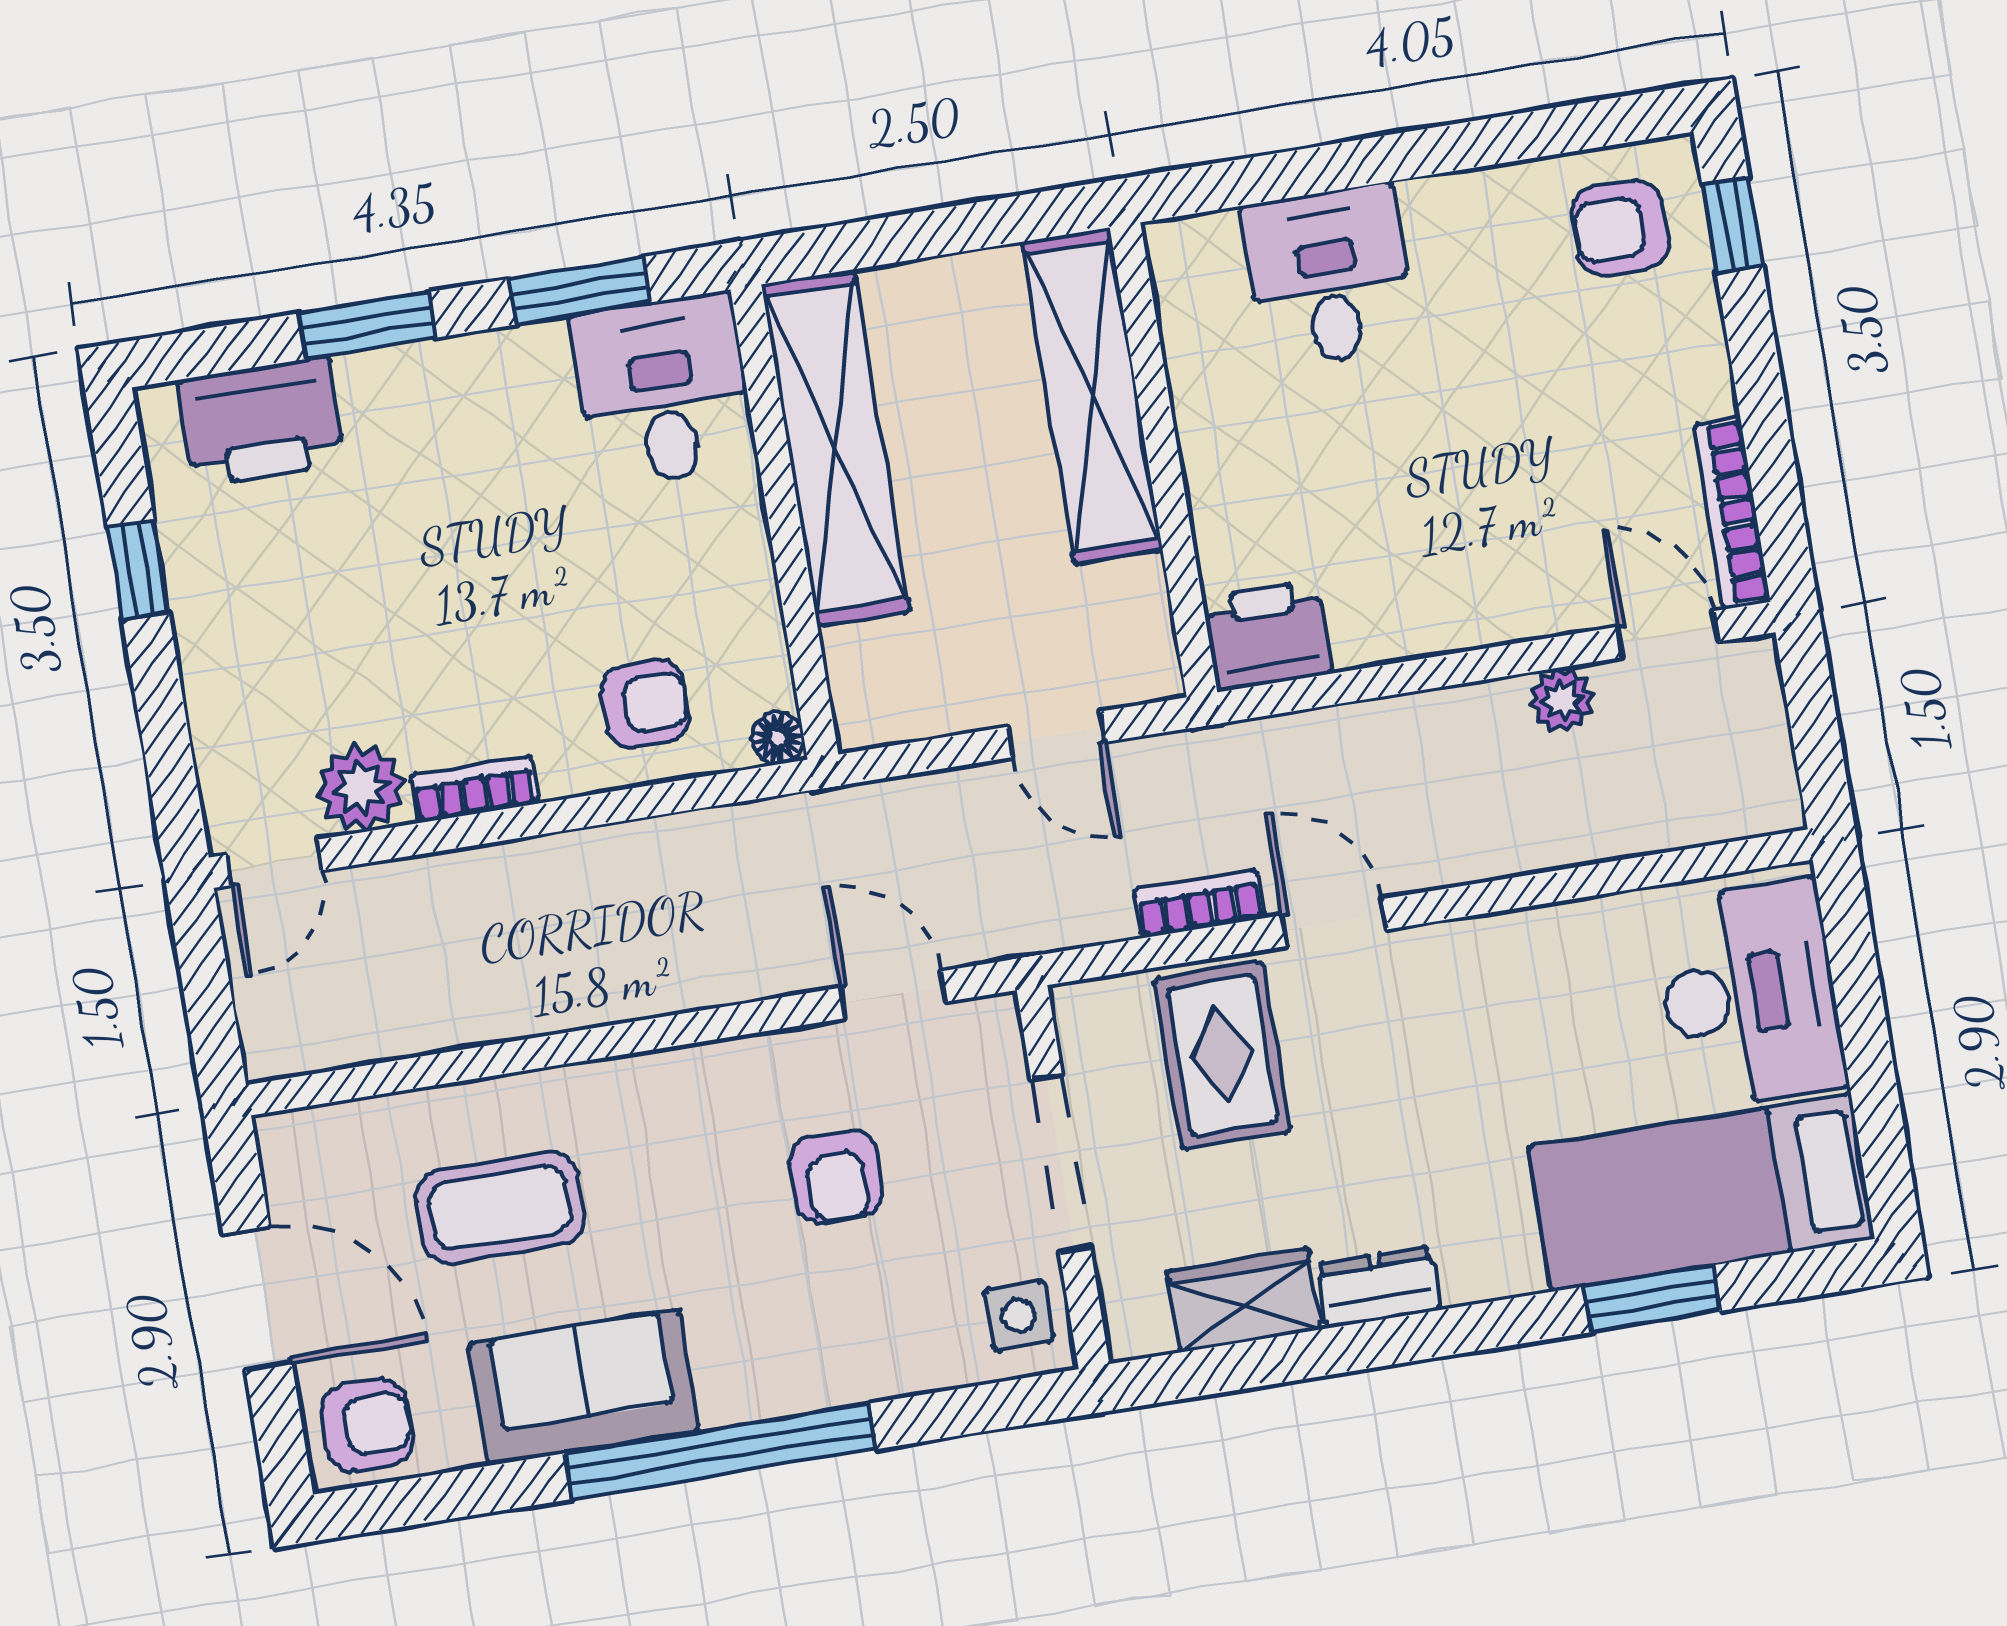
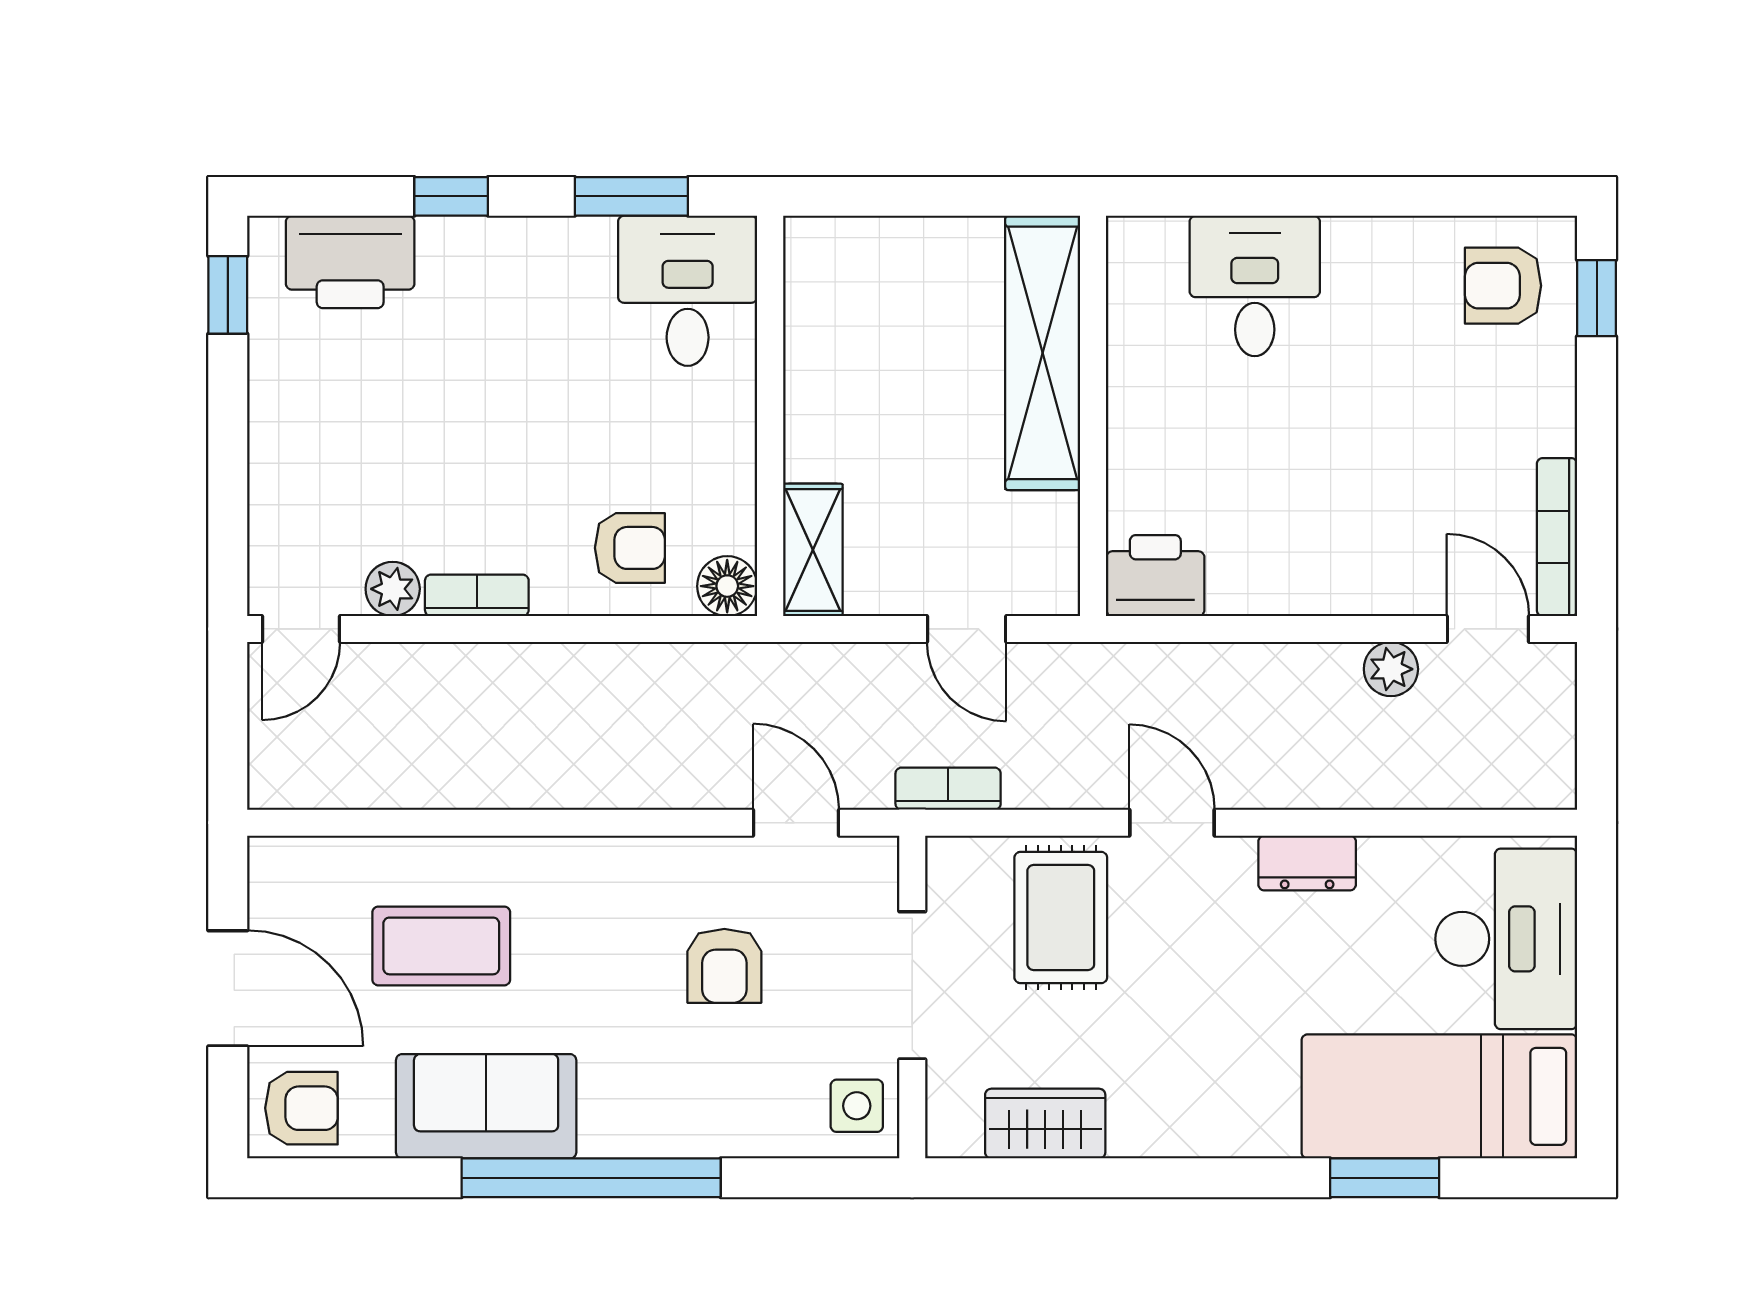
window: (368, 326) -> (451, 196), width x0.67
shelving: (836, 448) -> (813, 550), moved, width x0.45, depth x0.75
window: (138, 570) -> (228, 295), moved
floor lamp: (778, 738) -> (727, 586), width x1.37, depth x1.37
plant: (360, 788) -> (393, 589), width x0.73, depth x0.73
bookcase: (1199, 904) -> (948, 789), moved
dresser: (1379, 1287) -> (1307, 863), moved, turned 180

